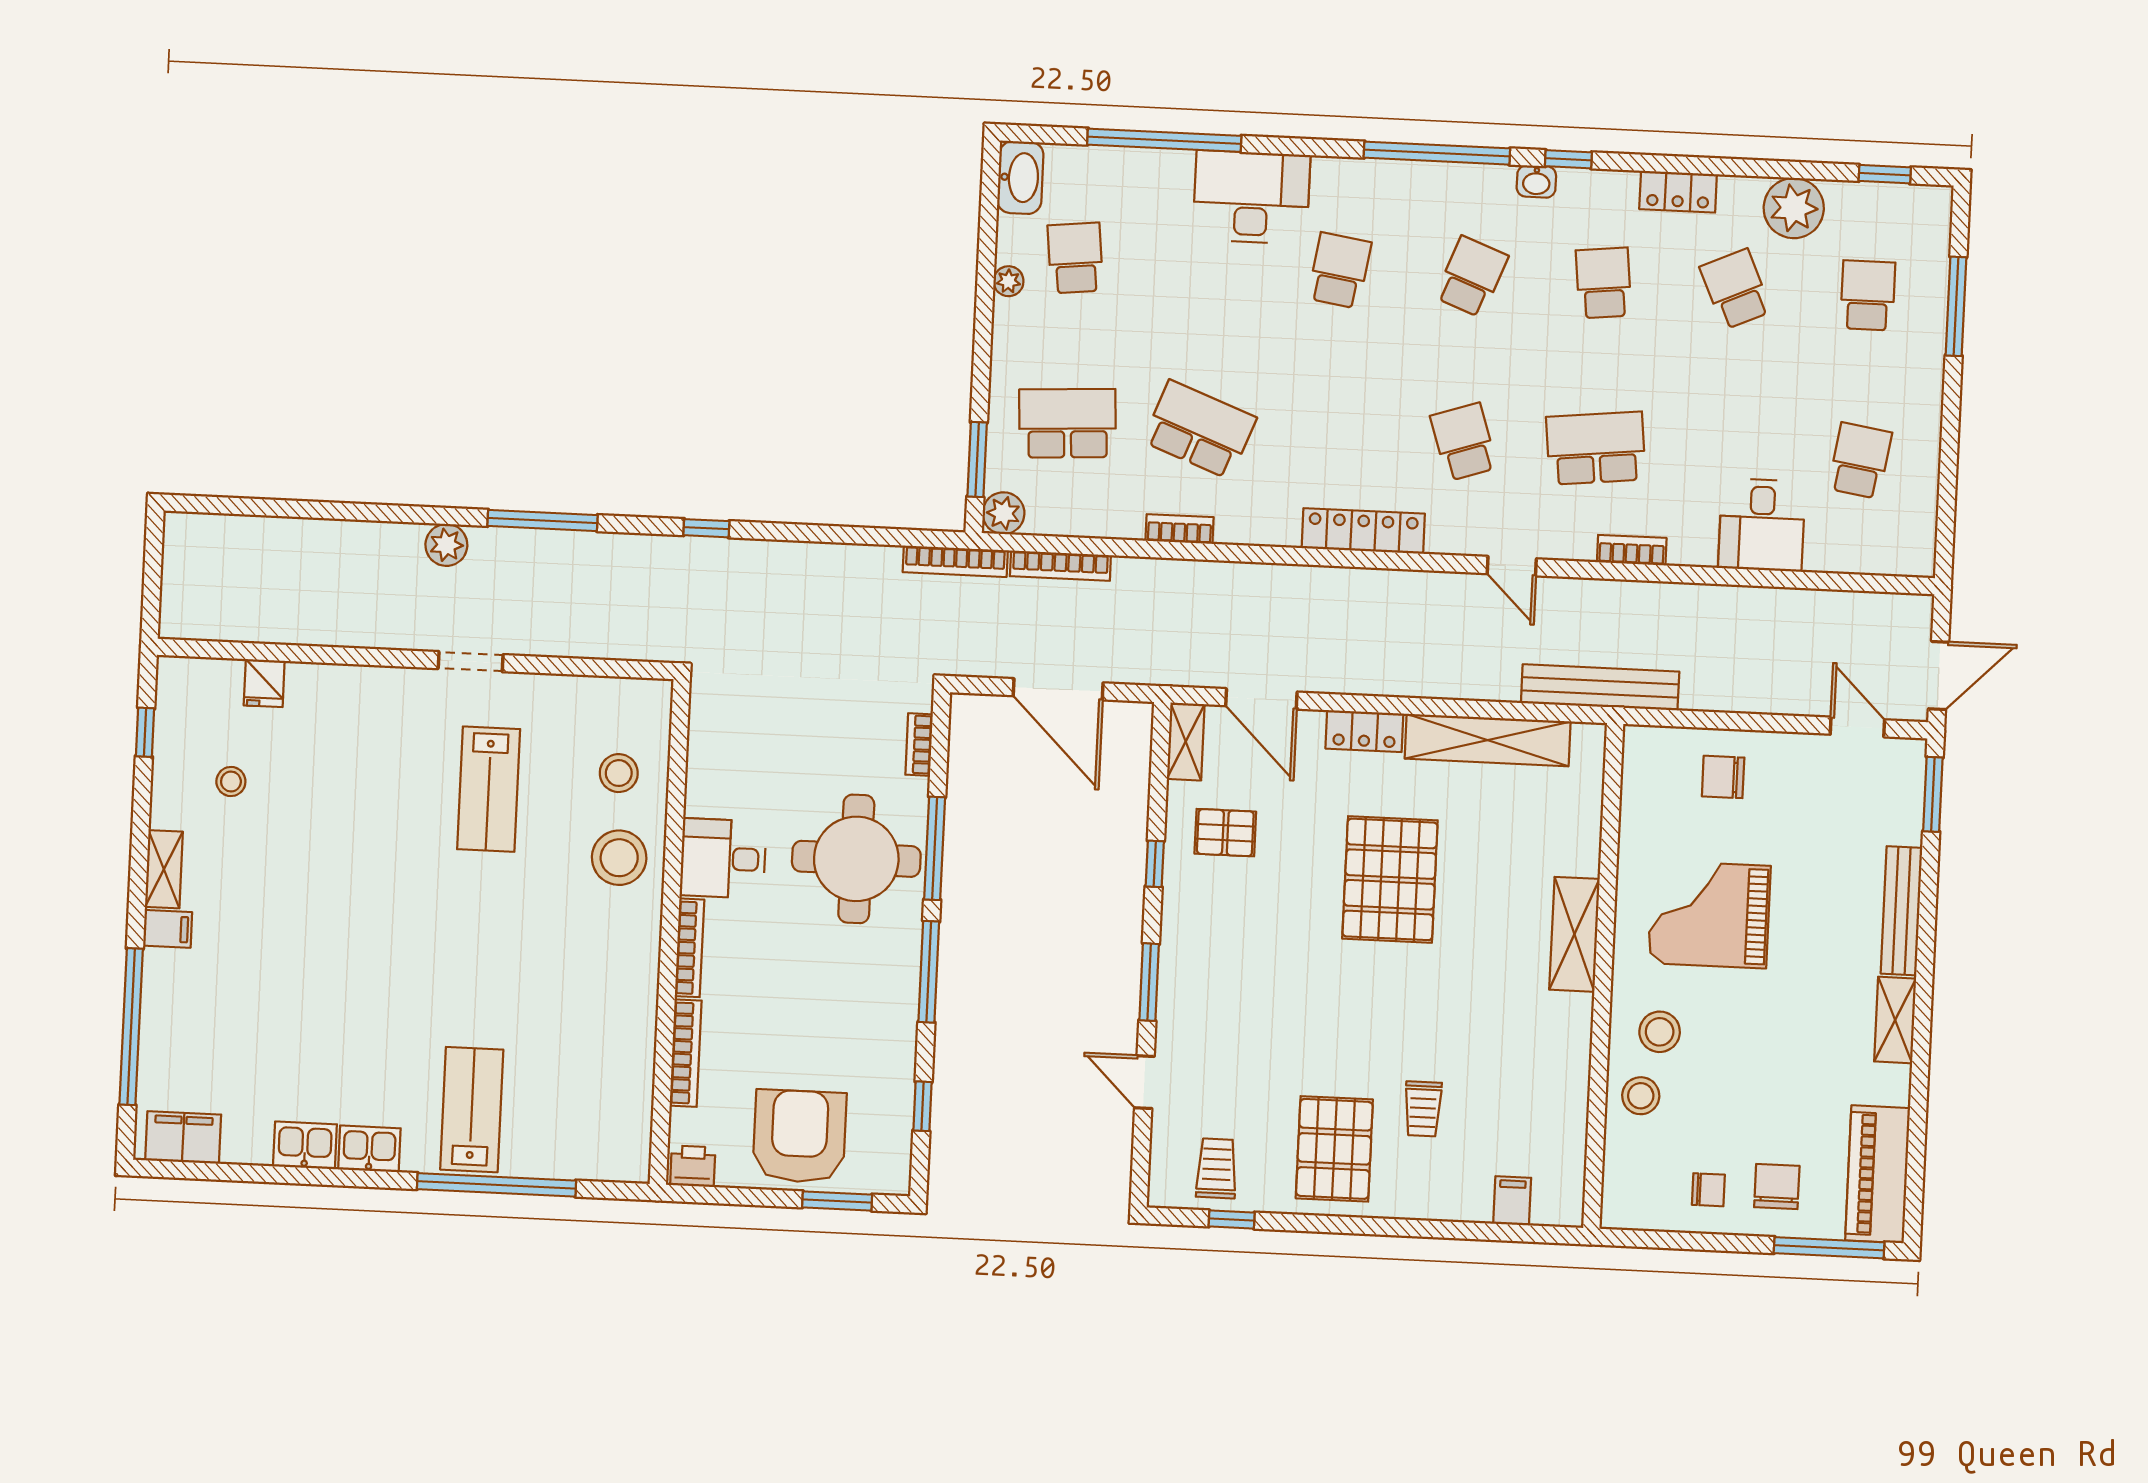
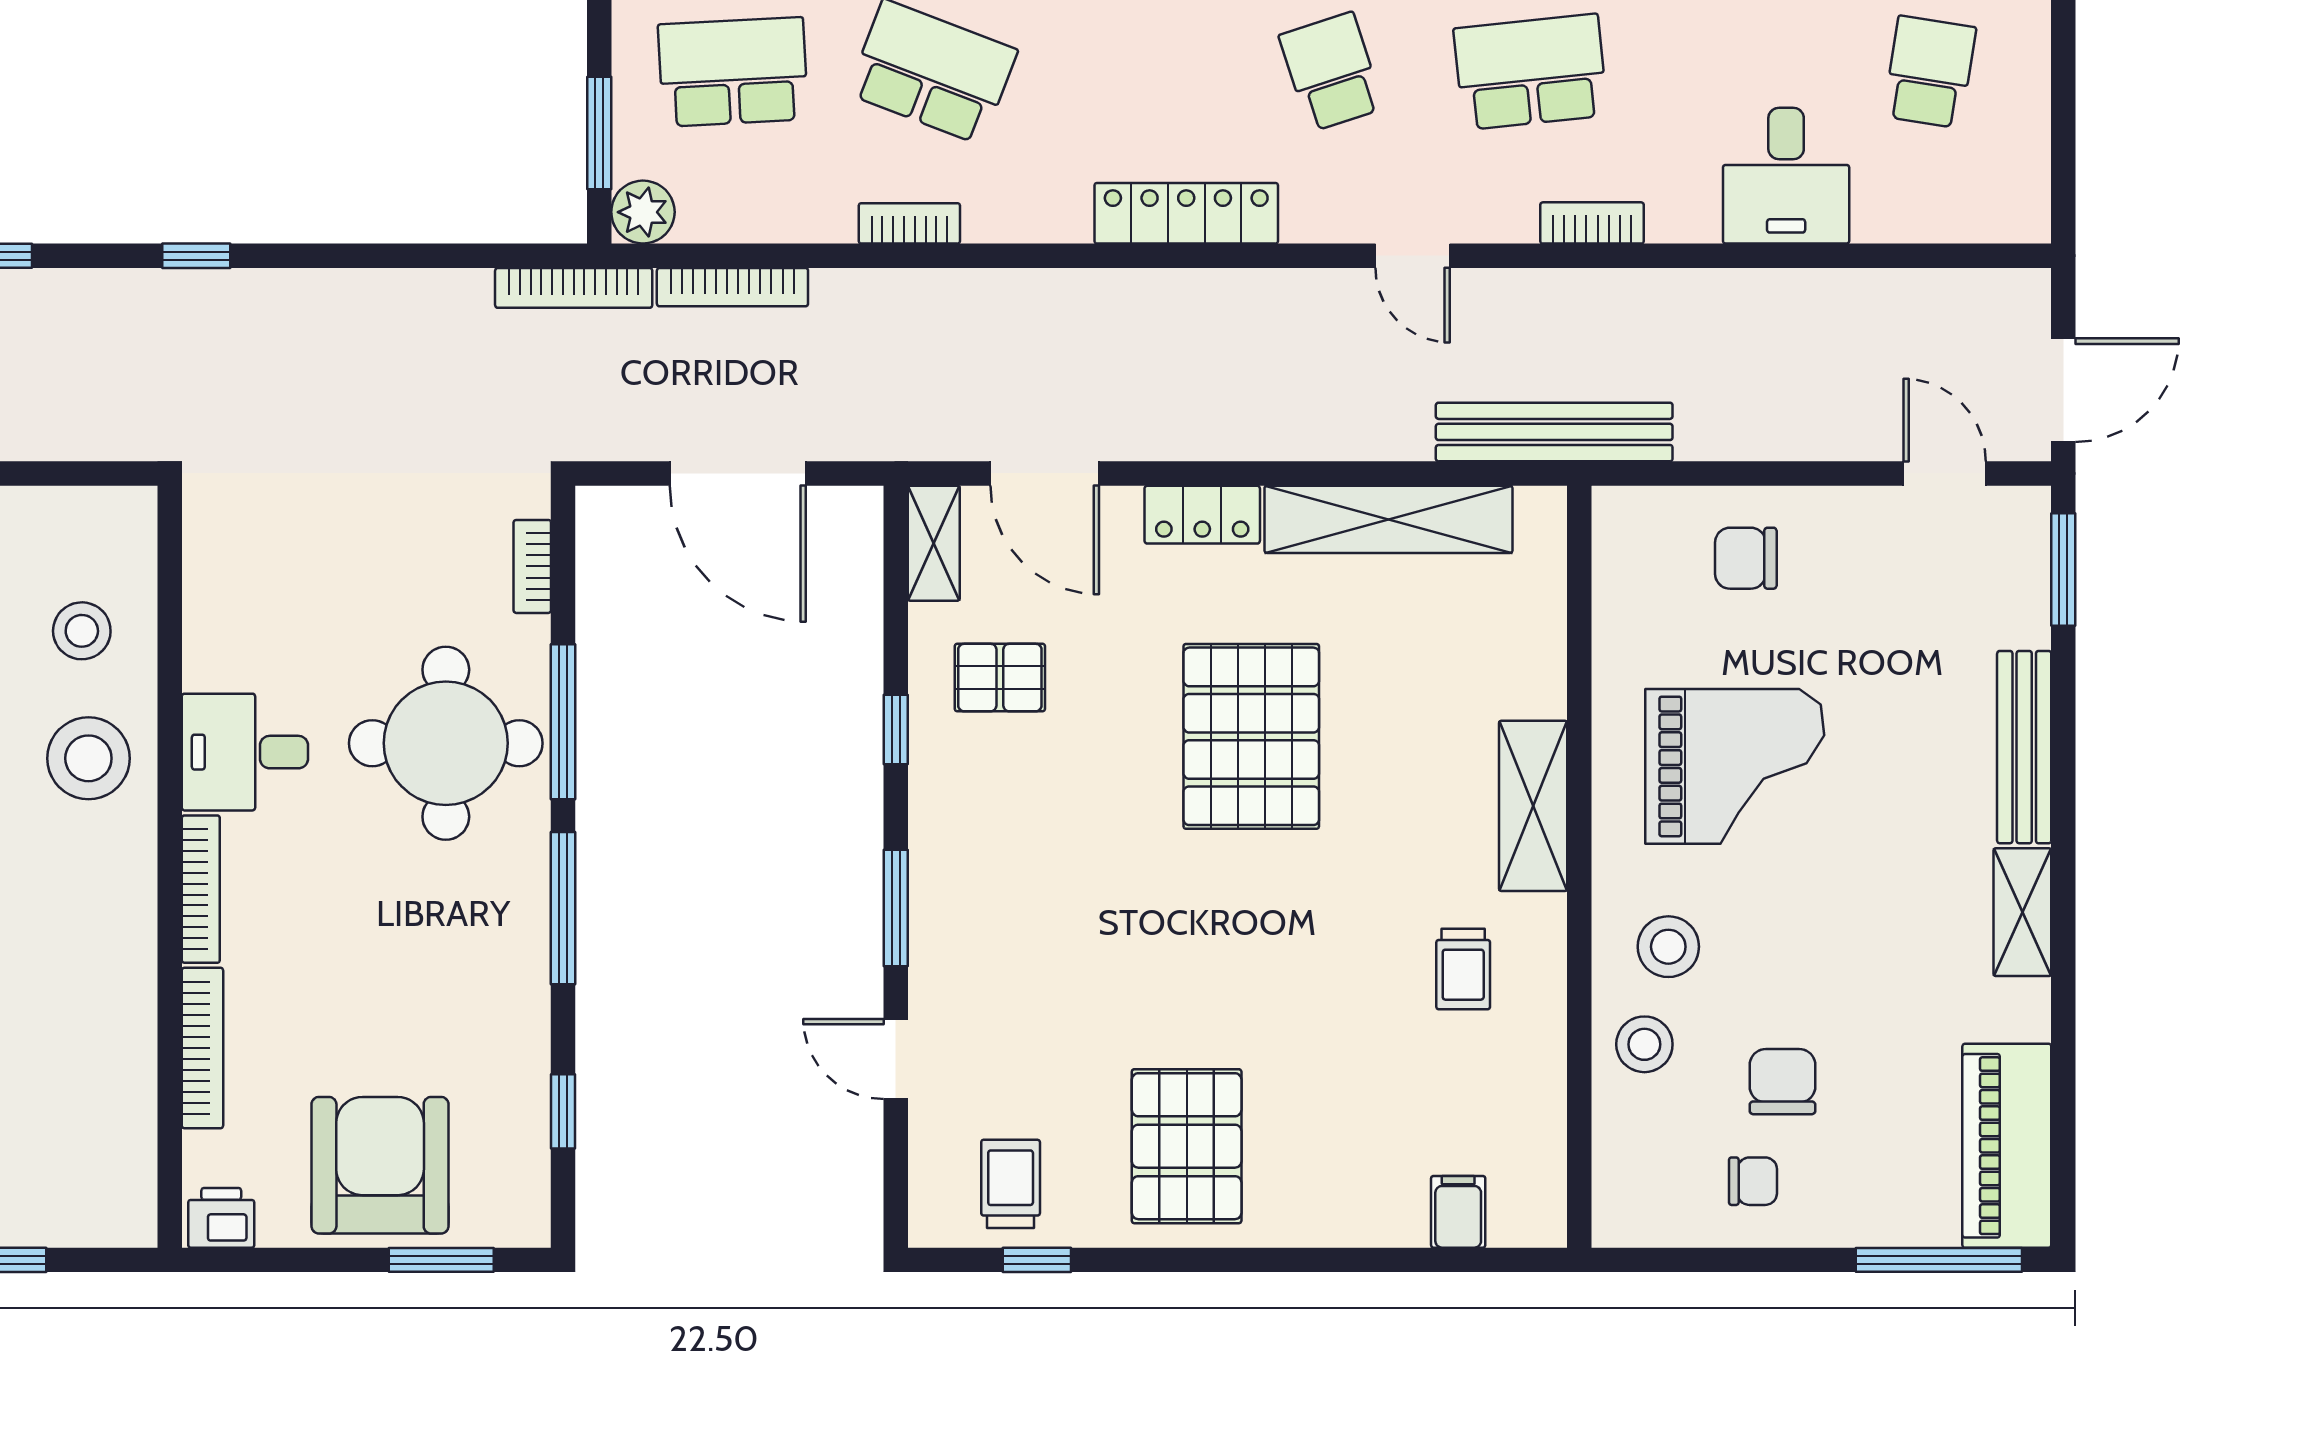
grand piano: (1709, 914) -> (1735, 766), turned 180
trolley: (1423, 1109) -> (1463, 969), moved
chair: (1777, 1186) -> (1783, 1082), moved

